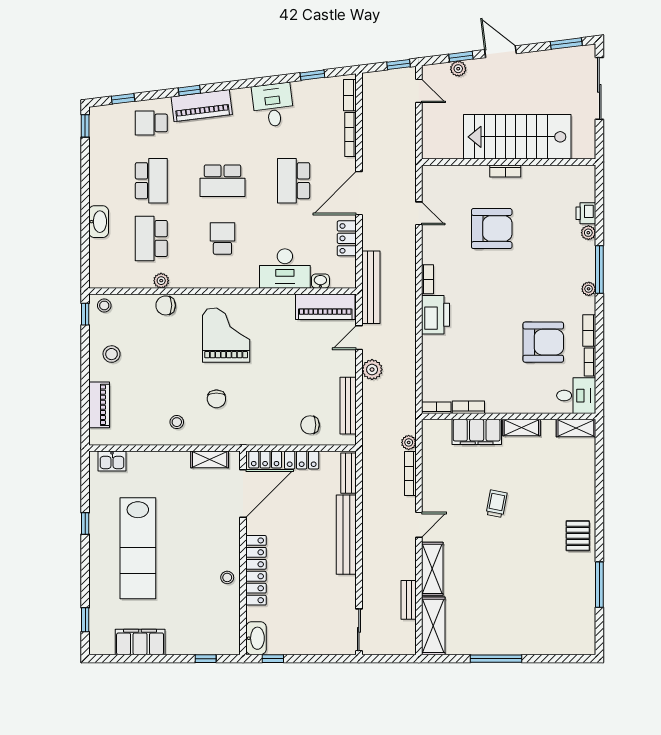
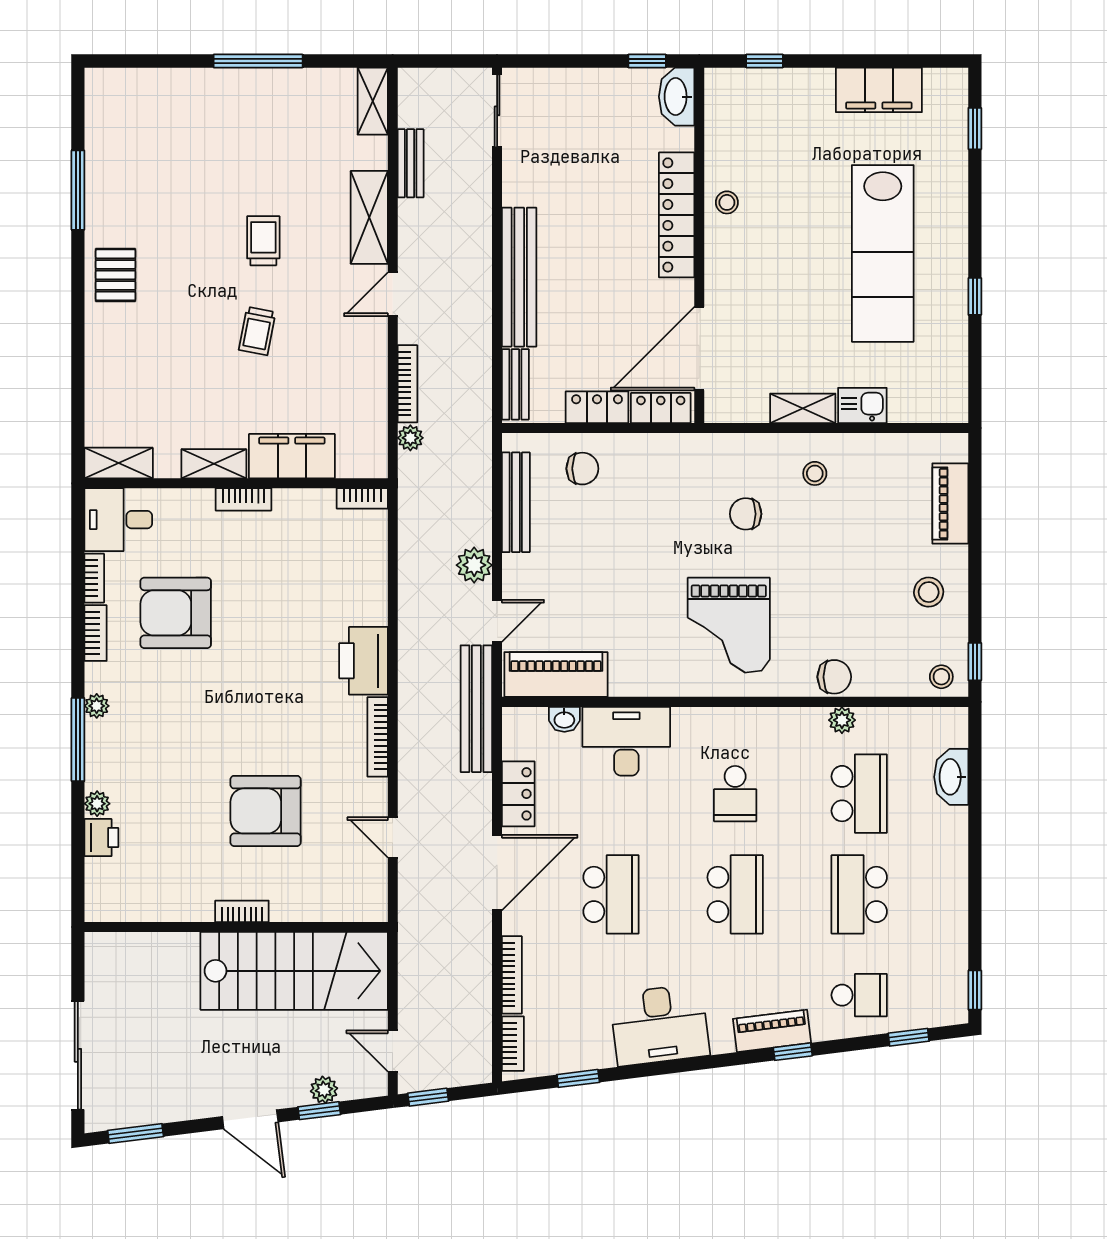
desk: (273, 105) -> (660, 1025), width x1.37
piano: (202, 106) -> (772, 1031), width x0.73, depth x0.75
stairs: (517, 137) -> (294, 971), moved
school desk: (222, 181) -> (735, 894), turned 90
washbasin: (99, 222) -> (951, 777), moved
bookcase: (427, 279) -> (378, 737), width x1.56
chair: (216, 399) -> (746, 514), turned -90
bookcase: (468, 407) -> (243, 499), moved
shelving: (210, 459) -> (803, 408), moved
kitchen sink: (112, 461) -> (862, 405), moved
lab bench: (138, 548) -> (883, 253), turned 180
trolley: (493, 555) -> (263, 241), added
shelving: (433, 626) -> (373, 101), width x0.67, depth x0.75

